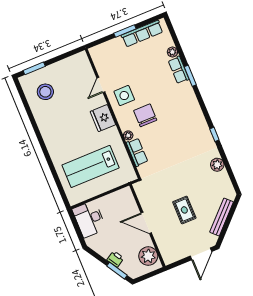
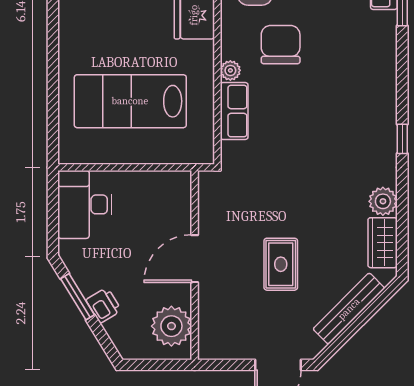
wardrobe: (224, 183) -> (383, 243), added
door: (146, 223) -> (195, 259), hinge flipped
window: (117, 271) -> (78, 297), moved

